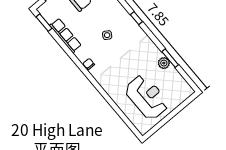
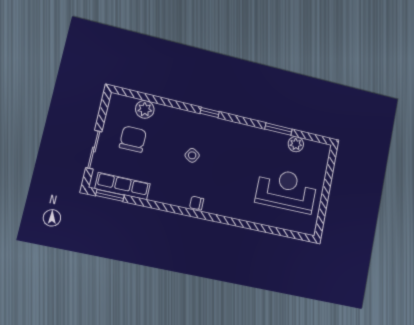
row of seats: (65, 35) -> (123, 186), moved
plant: (164, 63) -> (296, 144), moved

